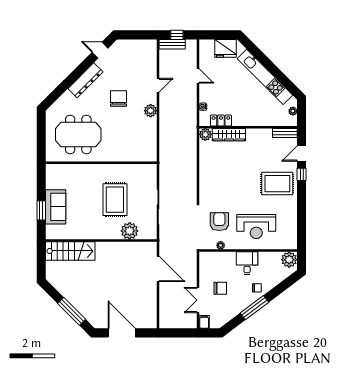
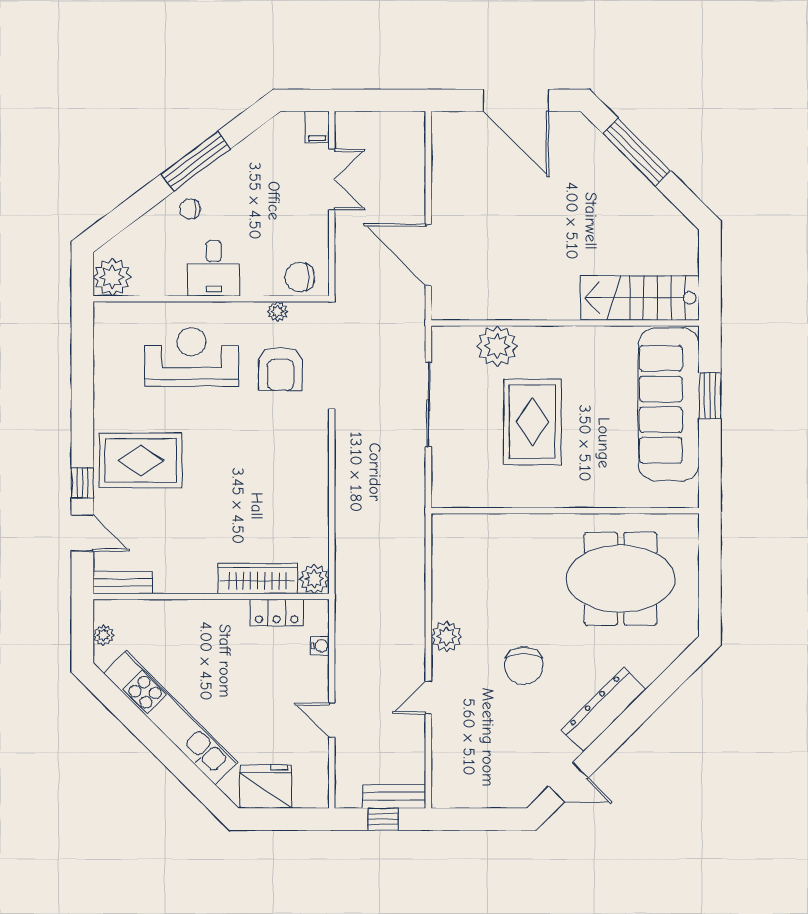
door: (302, 153) -> (82, 533), hinge flipped
sofa: (56, 207) -> (669, 404), width x1.85, depth x1.27
chair: (220, 288) -> (300, 277), moved

